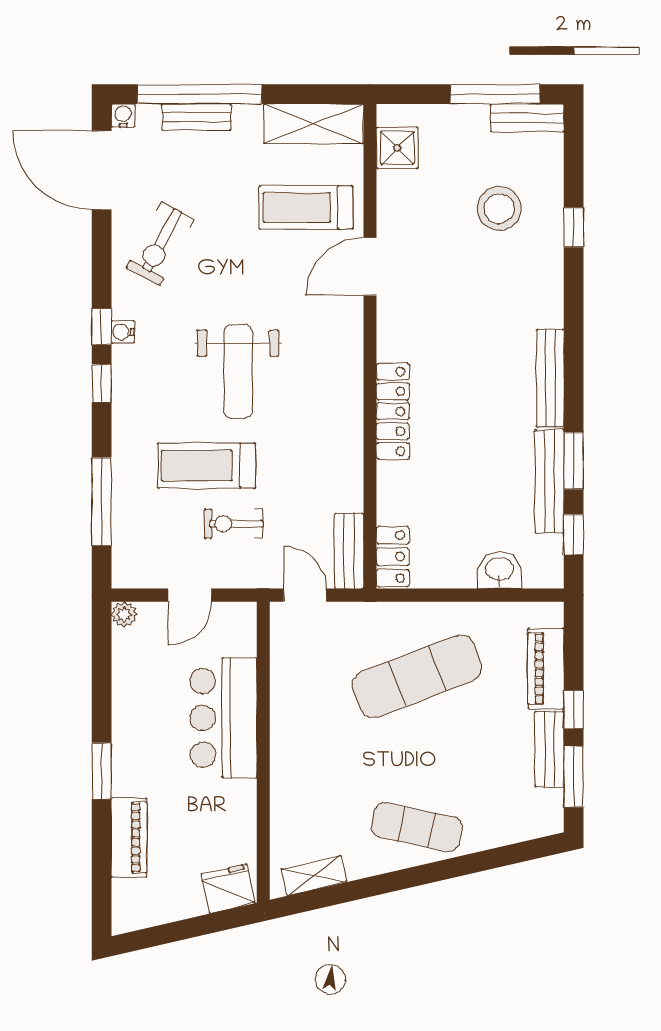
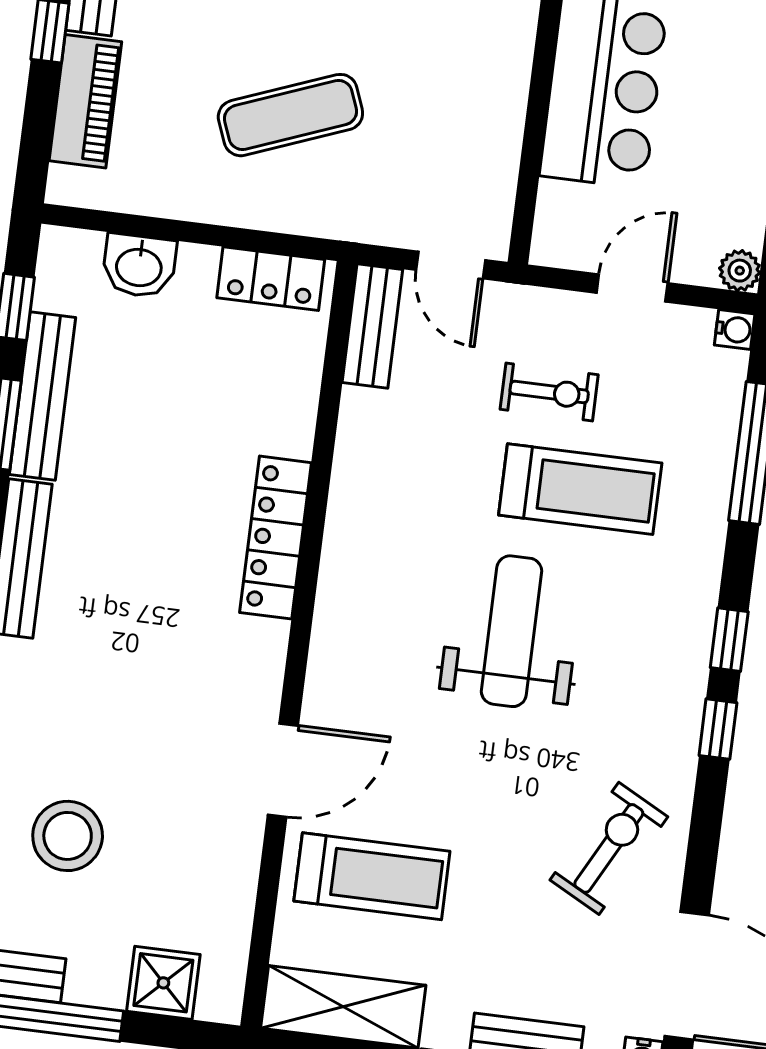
shower: (397, 148) -> (163, 983), moved
water cooler: (123, 332) -> (735, 329), moved
locker: (393, 557) -> (271, 279), moved, turned -90
exercise mat: (417, 676) -> (290, 115), width x0.73, depth x0.69

